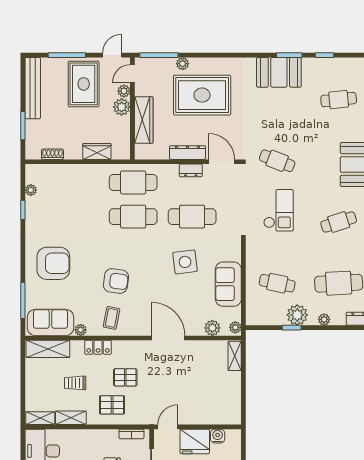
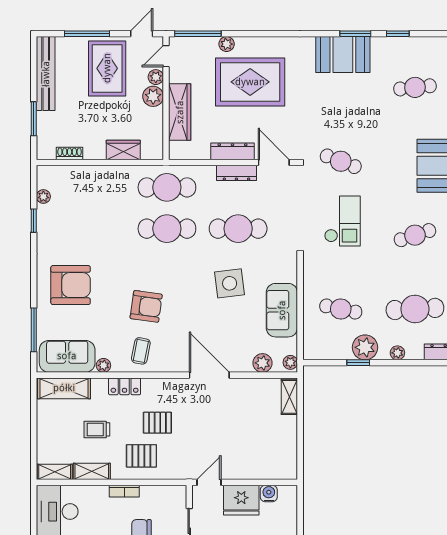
dresser: (191, 170) -> (236, 173), width x1.44
bookcase: (131, 434) -> (124, 491), moved

